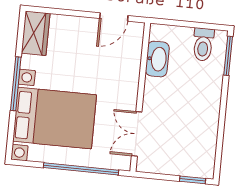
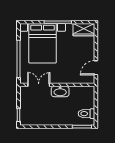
door: (114, 17) -> (96, 68), hinge flipped
washbasin: (157, 59) -> (60, 91), moved

